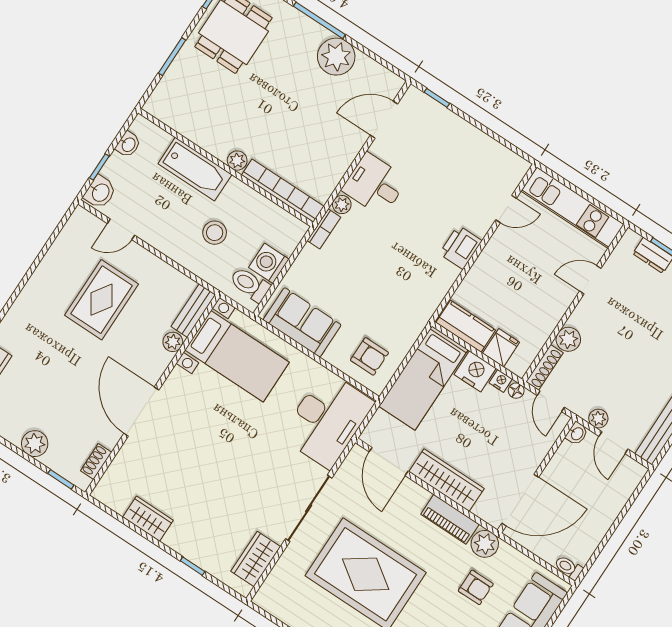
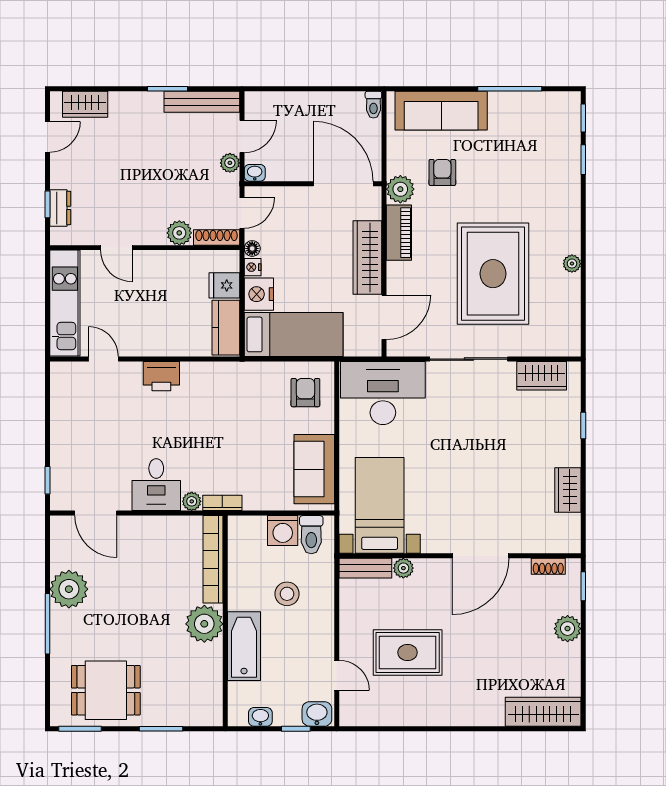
plant: (237, 161) -> (204, 624), width x1.87, depth x1.87

